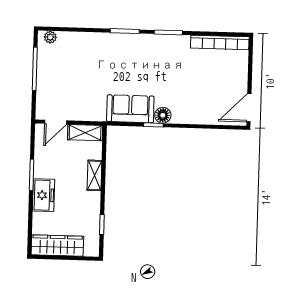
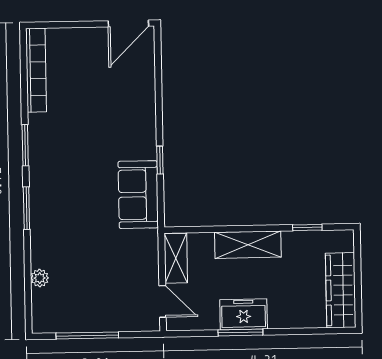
plant: (50, 37) -> (40, 278), moved
door: (249, 108) -> (128, 23), hinge flipped
floor lamp: (163, 115) -> (145, 147), removed
shelving: (95, 175) -> (248, 245), width x1.50, depth x1.33
freezer: (43, 195) -> (244, 314), moved

